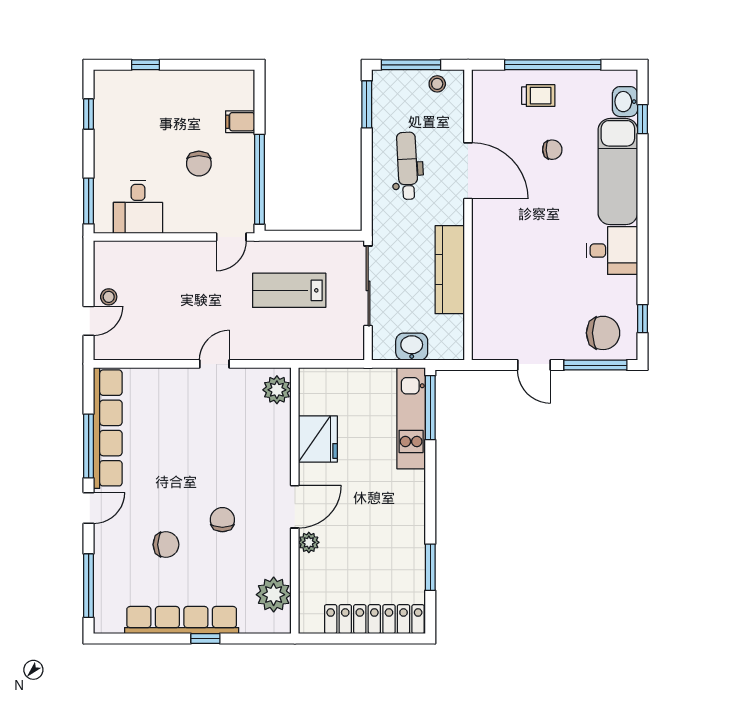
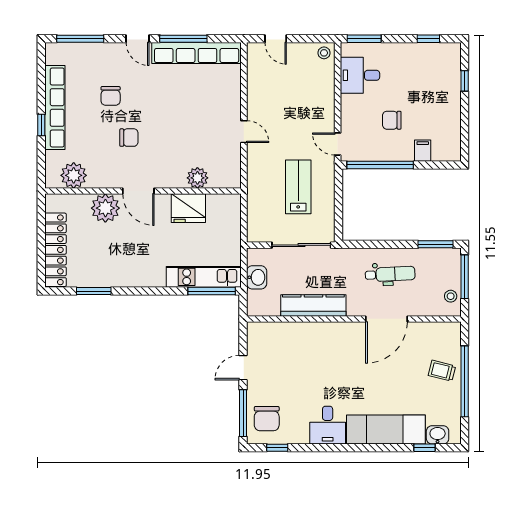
trolley: (538, 96) -> (442, 371), turned 104
chair: (552, 150) -> (402, 381), removed
stool: (109, 297) -> (324, 53), moved
plant: (277, 390) -> (197, 178), moved
plant: (309, 542) -> (105, 208), width x1.87, depth x1.87

